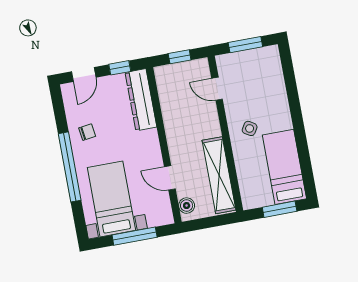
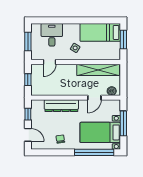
desk: (265, 84) -> (52, 35), added
dresser: (141, 100) -> (61, 106), moved
window: (70, 167) -> (94, 152), moved

